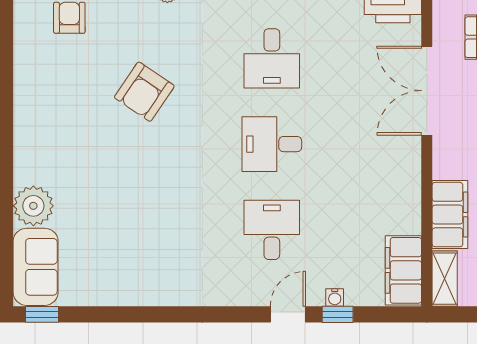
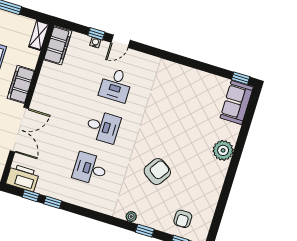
desk: (272, 58) -> (90, 169), turned -90
plant: (33, 206) -> (223, 150), moved
filing cabinet: (450, 215) -> (21, 84), moved

